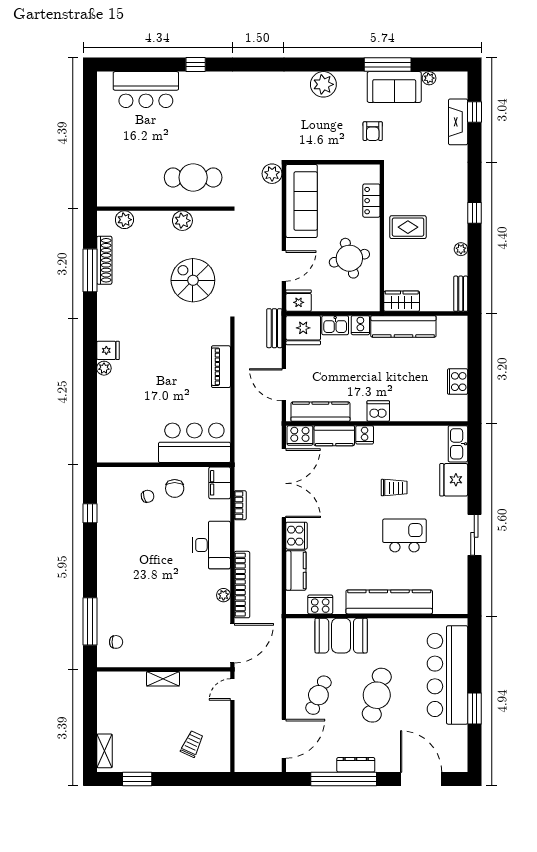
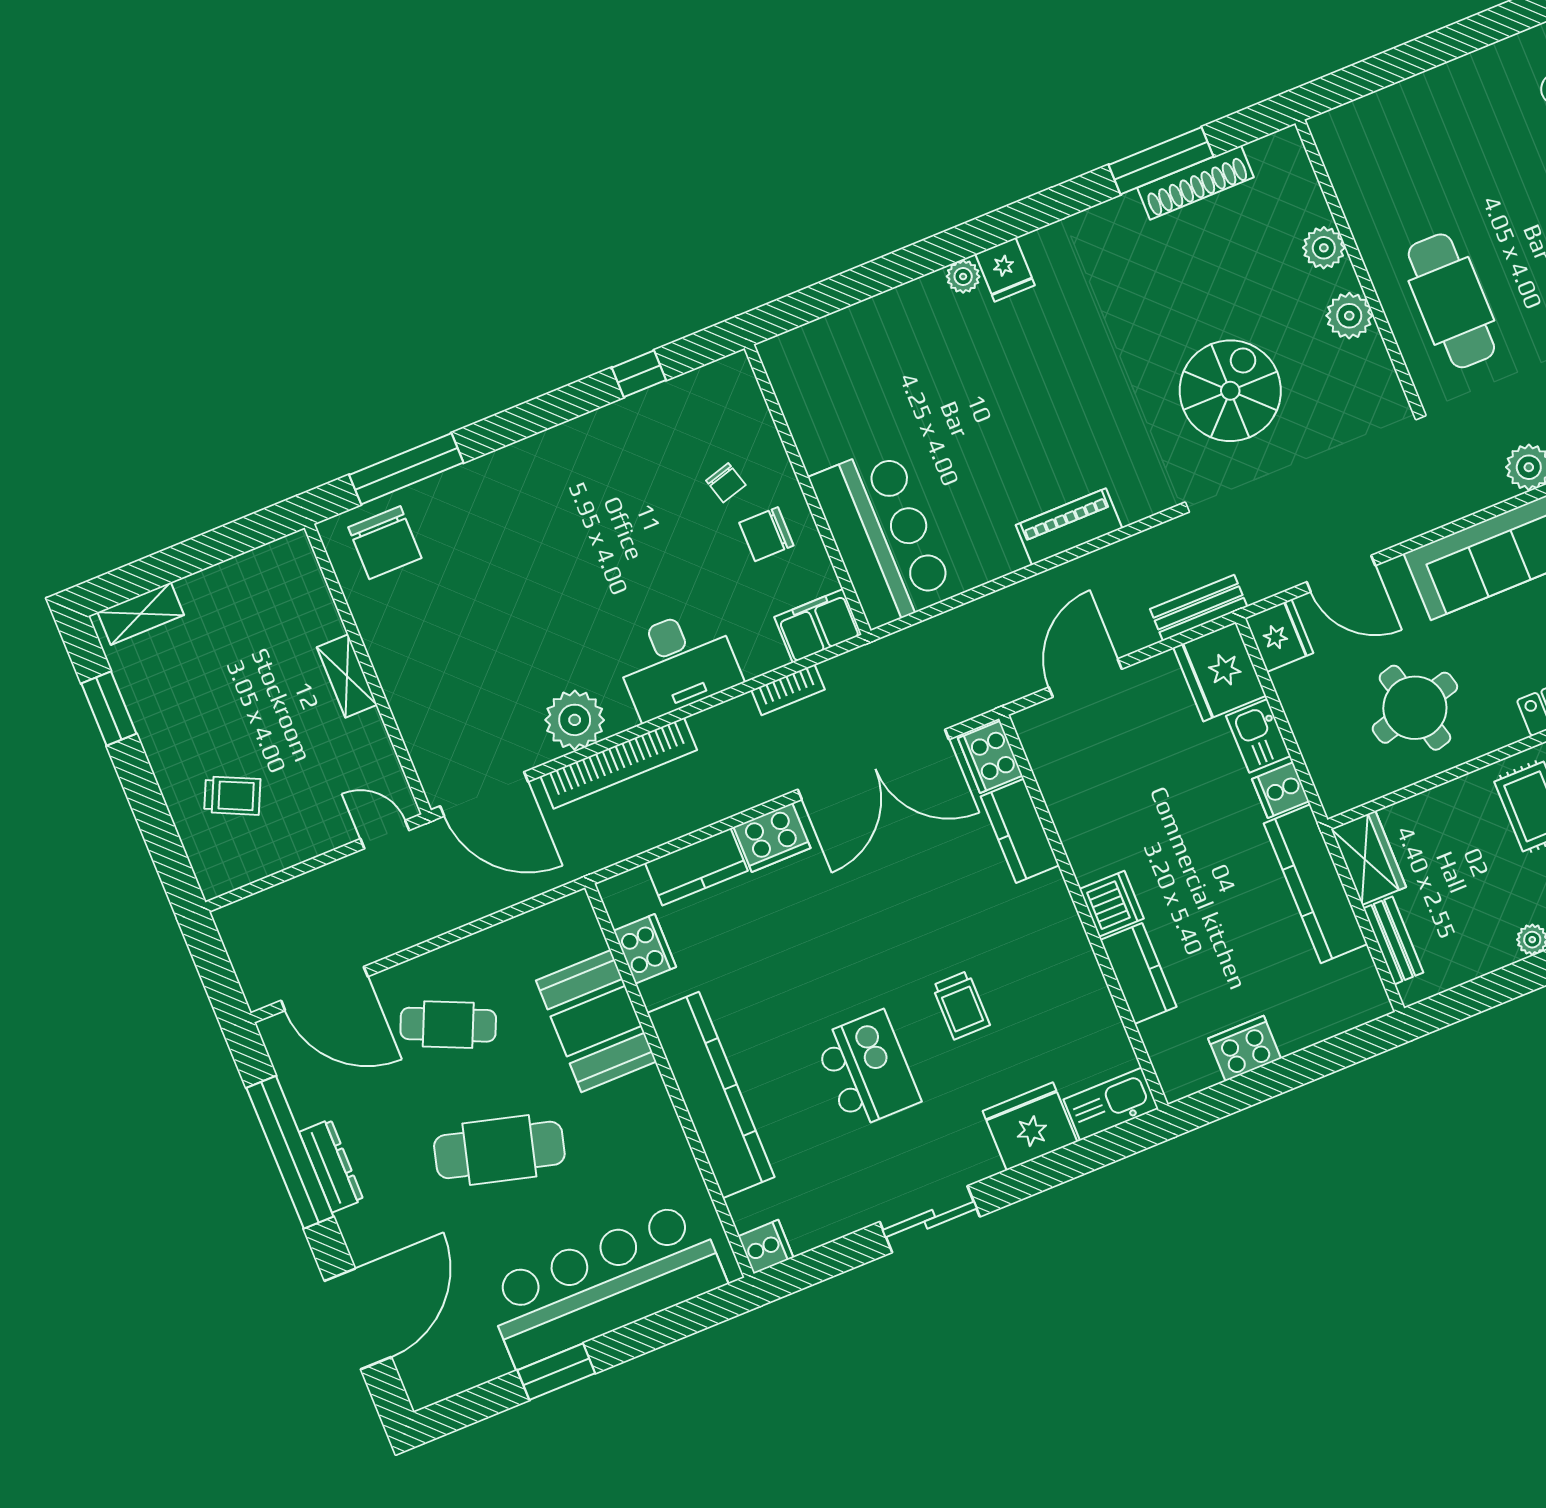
plant: (124, 220) -> (1324, 248), moved
bench: (461, 294) -> (1393, 940), moved, turned 90
kitchen counter: (320, 412) -> (1138, 973), moved, width x0.67
cooker: (365, 435) -> (766, 1247), moved, turned 180
plant: (223, 595) -> (575, 720), width x1.88, depth x1.88
chair: (116, 642) -> (385, 543), width x1.87, depth x1.87

